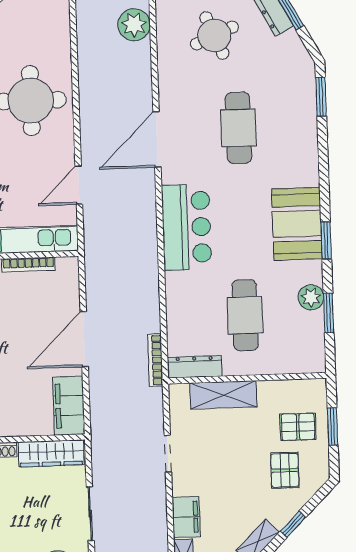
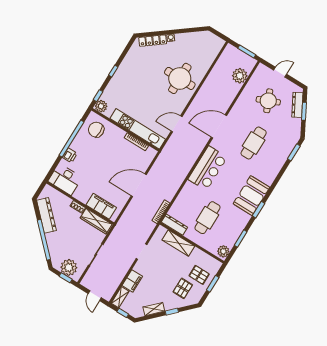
plant: (311, 297) -> (223, 251), moved
filing cabinet: (69, 406) -> (101, 206), moved, turned 90

